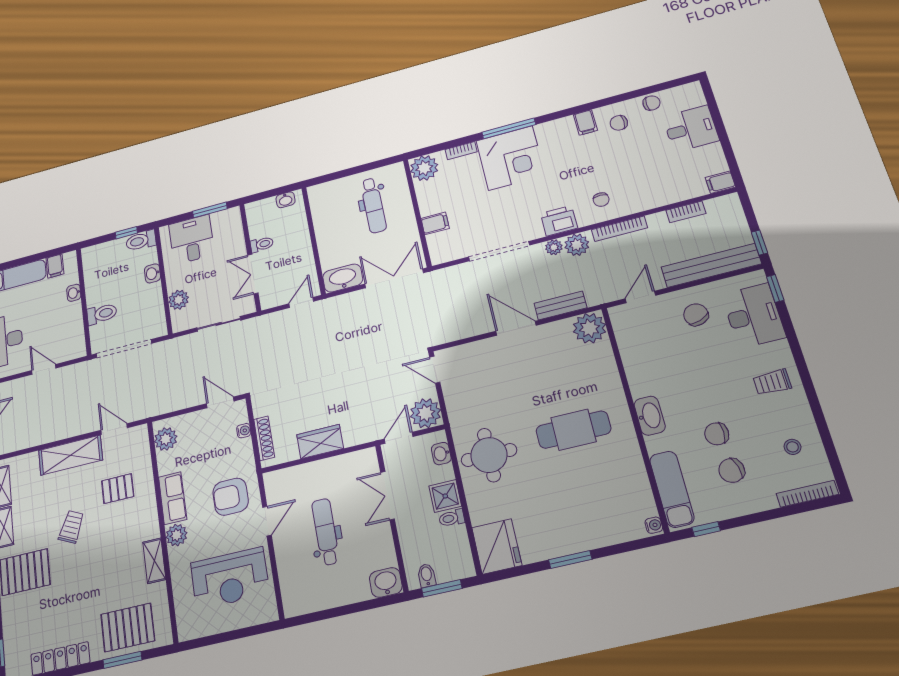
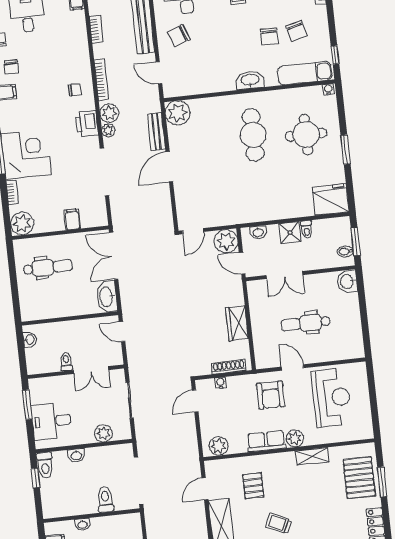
round table: (489, 455) -> (306, 135), moved

